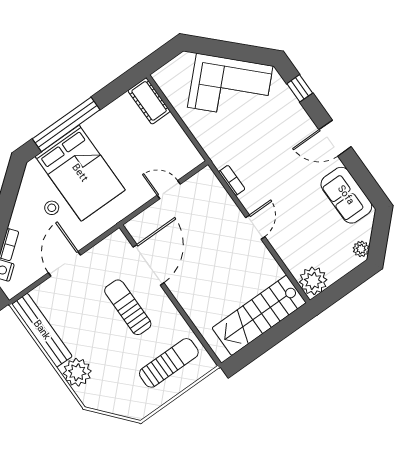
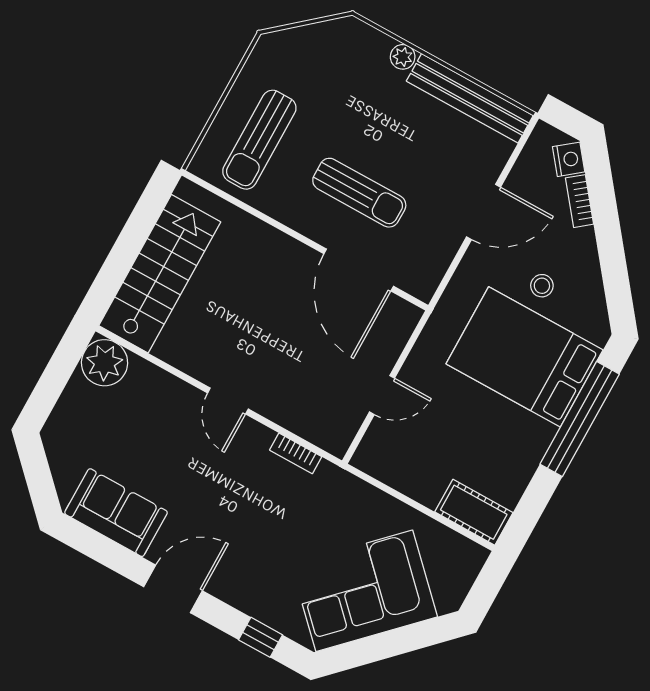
plant: (361, 249) -> (56, 444), removed
door: (64, 264) -> (484, 212), hinge flipped
plant: (77, 372) -> (403, 57), width x0.53, depth x0.53

